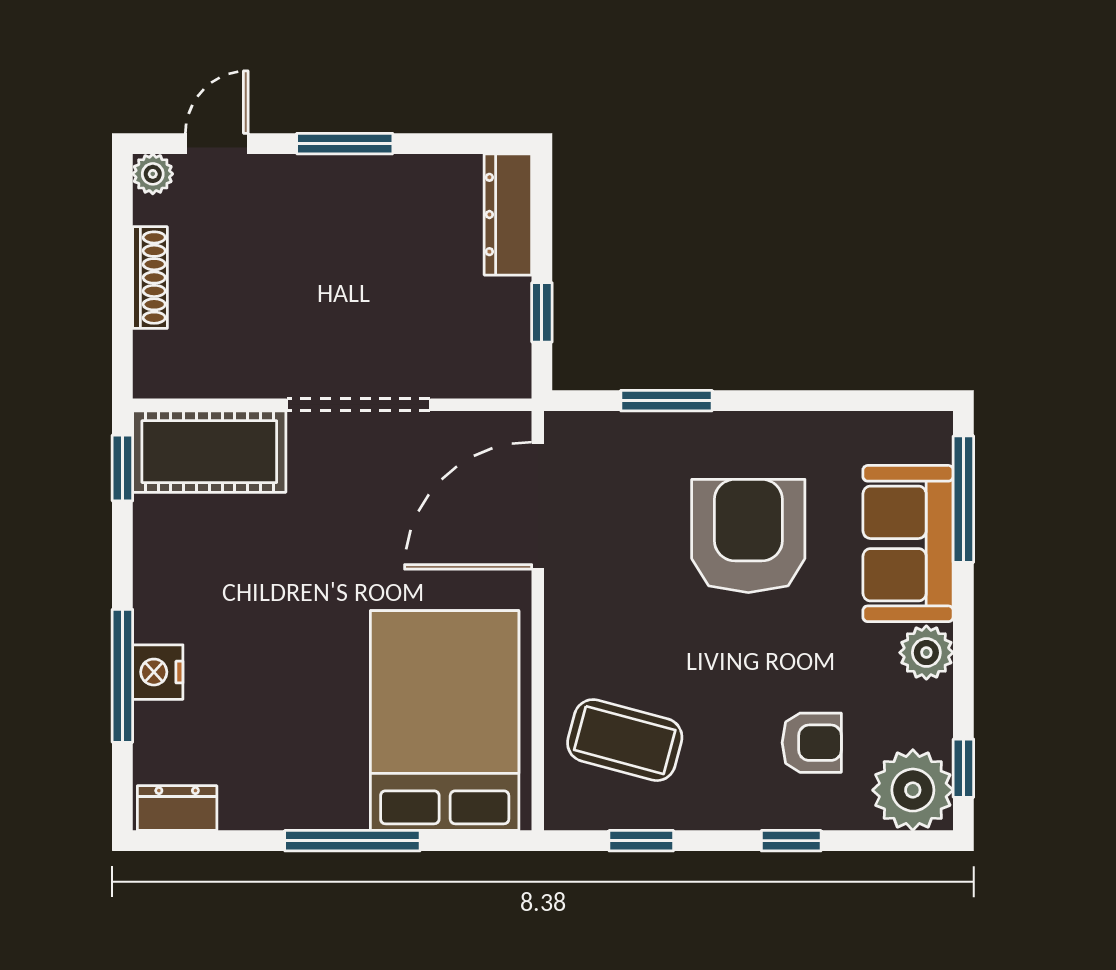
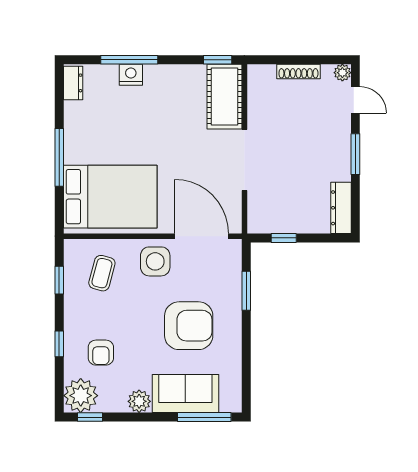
dresser: (508, 214) -> (341, 208), moved, turned -90
side table: (597, 615) -> (155, 261), added
coffee table: (625, 740) -> (102, 273), width x0.73, depth x0.77

